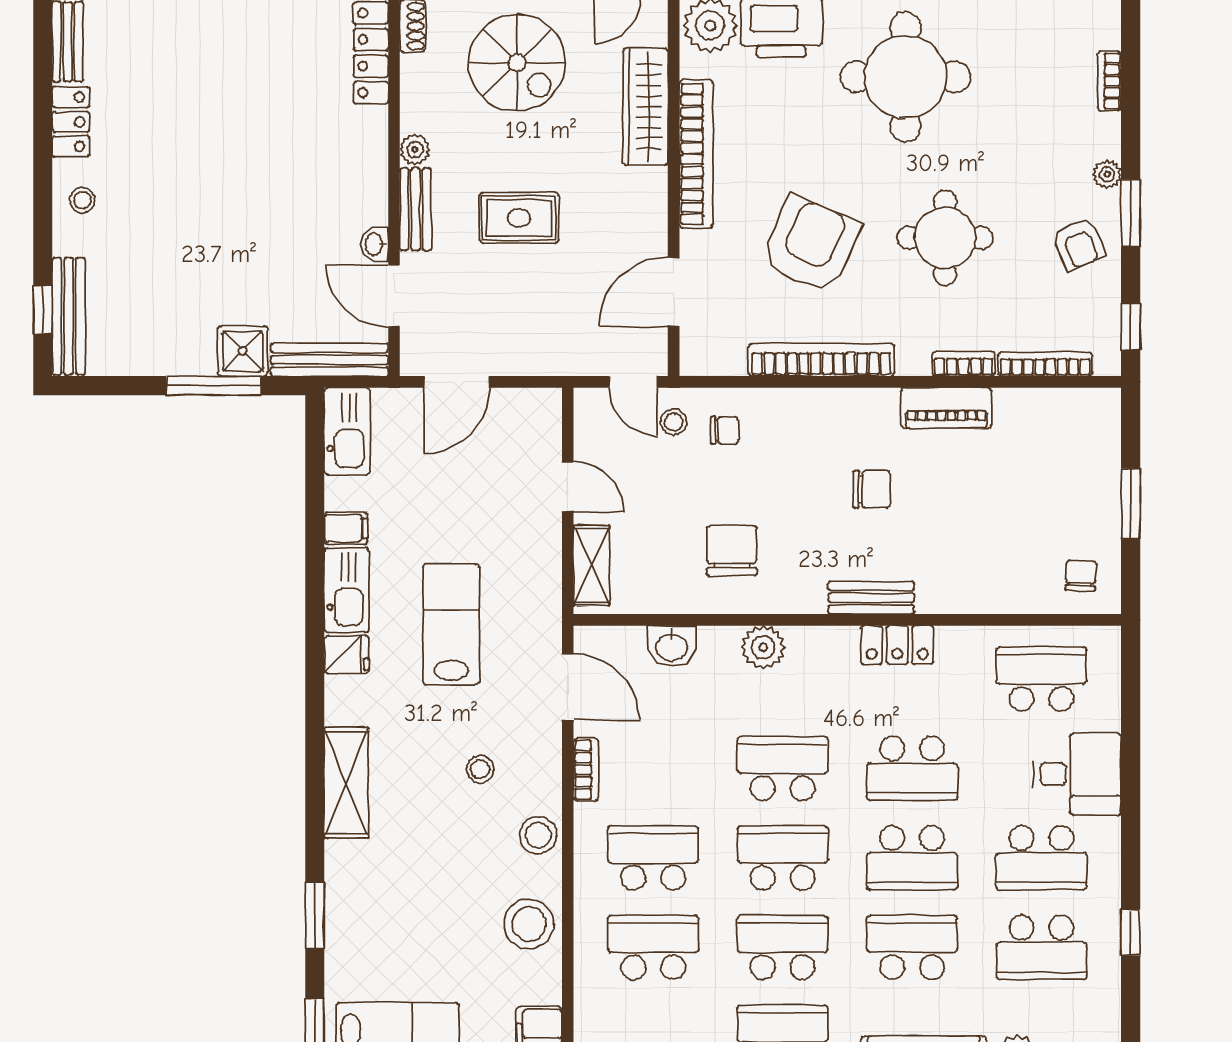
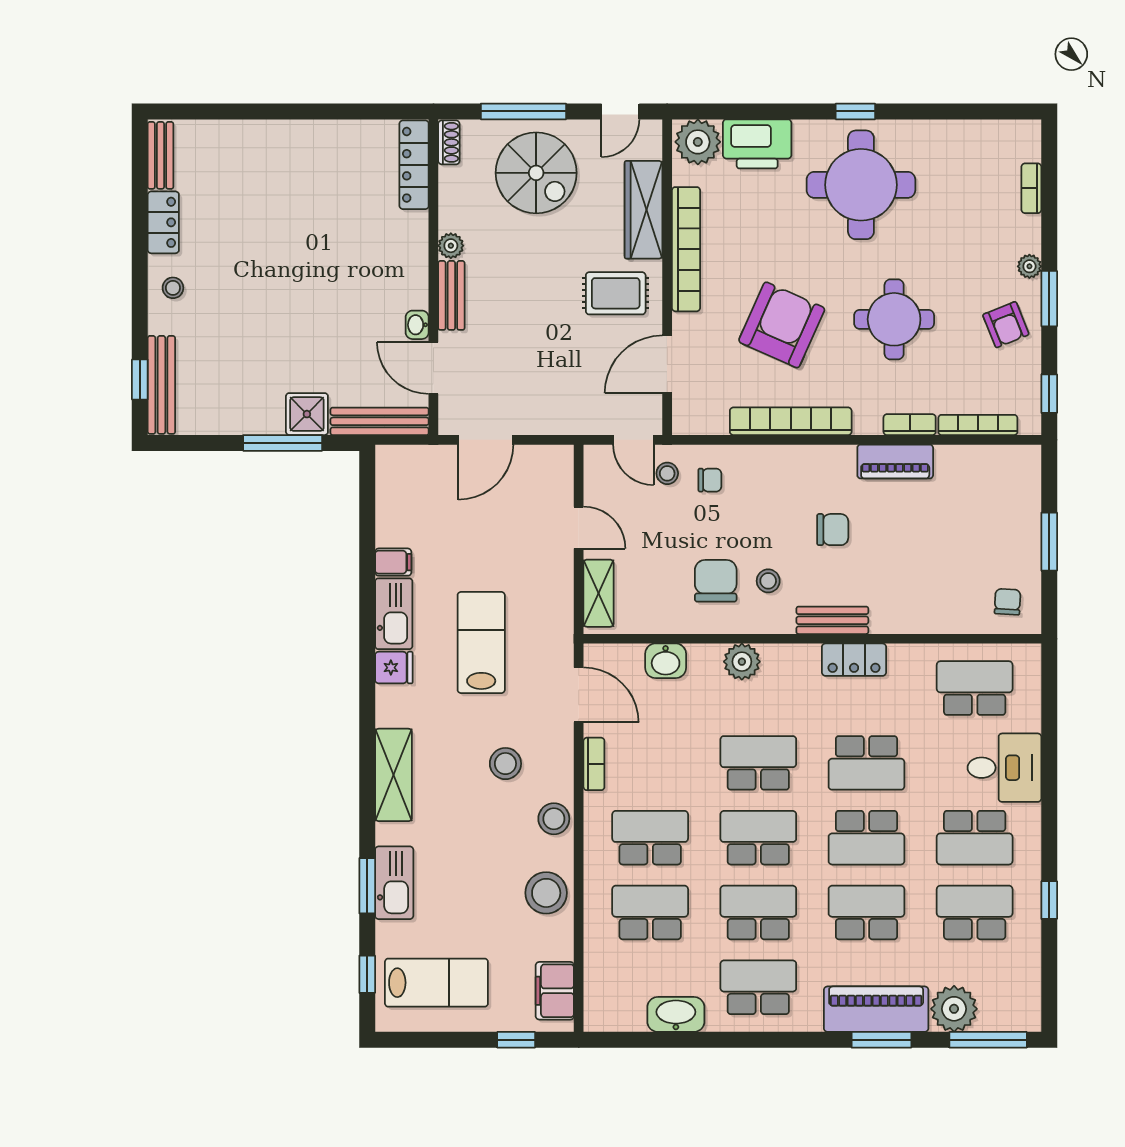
rug: (519, 218) -> (616, 293), moved
kitchen sink: (347, 431) -> (394, 883), moved
stool: (794, 551) -> (768, 581), added
stool: (480, 769) -> (505, 764), width x1.37, depth x1.37
school desk: (1041, 947) -> (975, 912), turned 180

